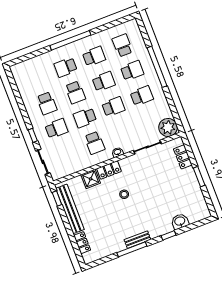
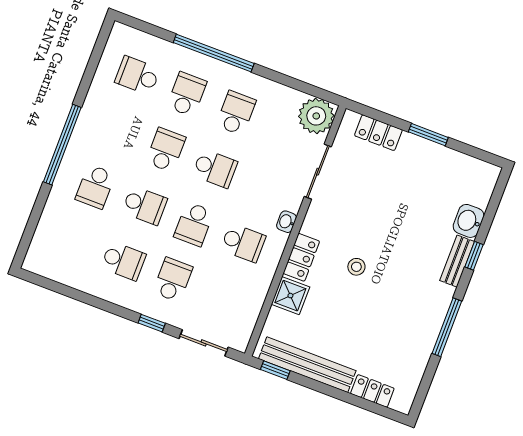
school desk: (94, 56) -> (116, 131), removed
school desk: (113, 107) -> (215, 169), turned 90
bench: (137, 240) -> (457, 261), moved

